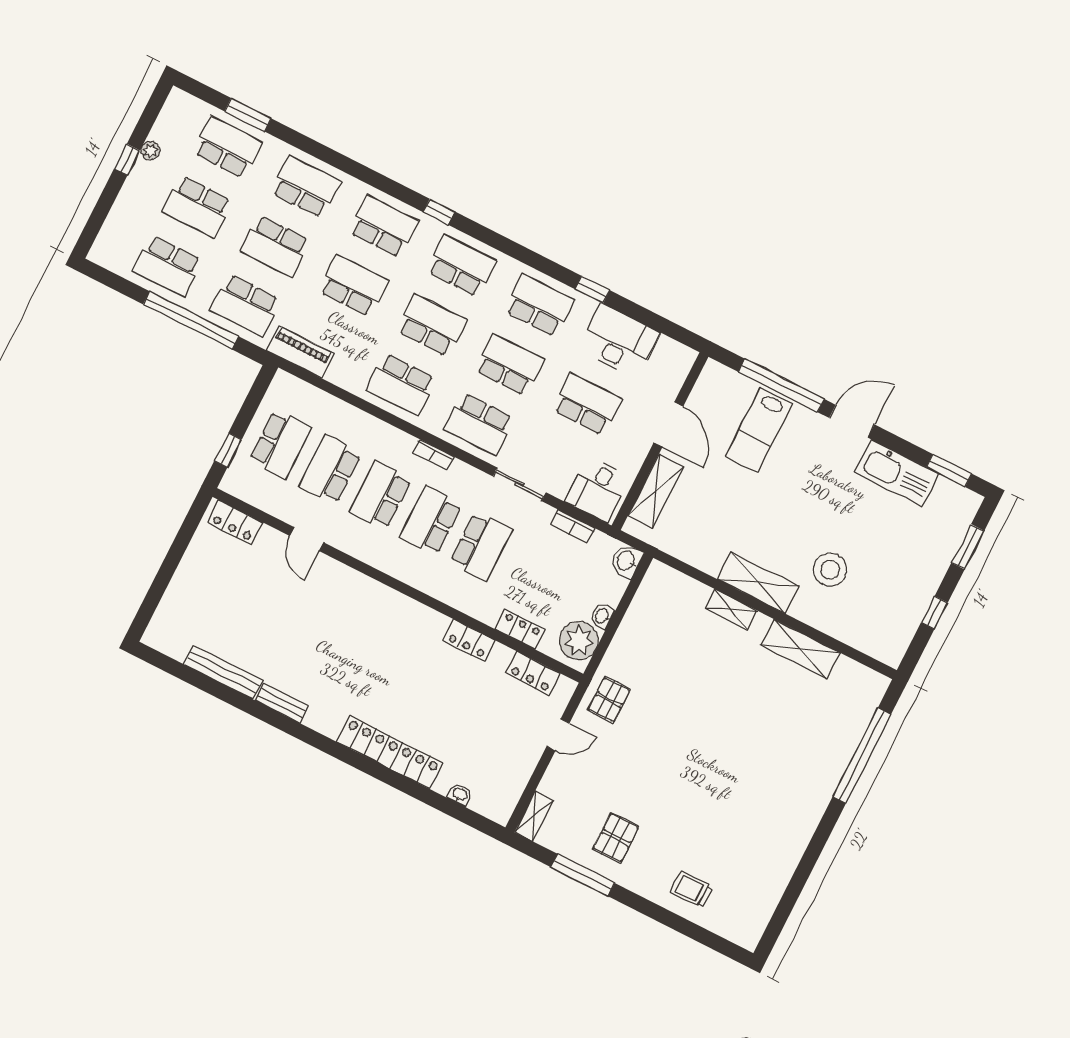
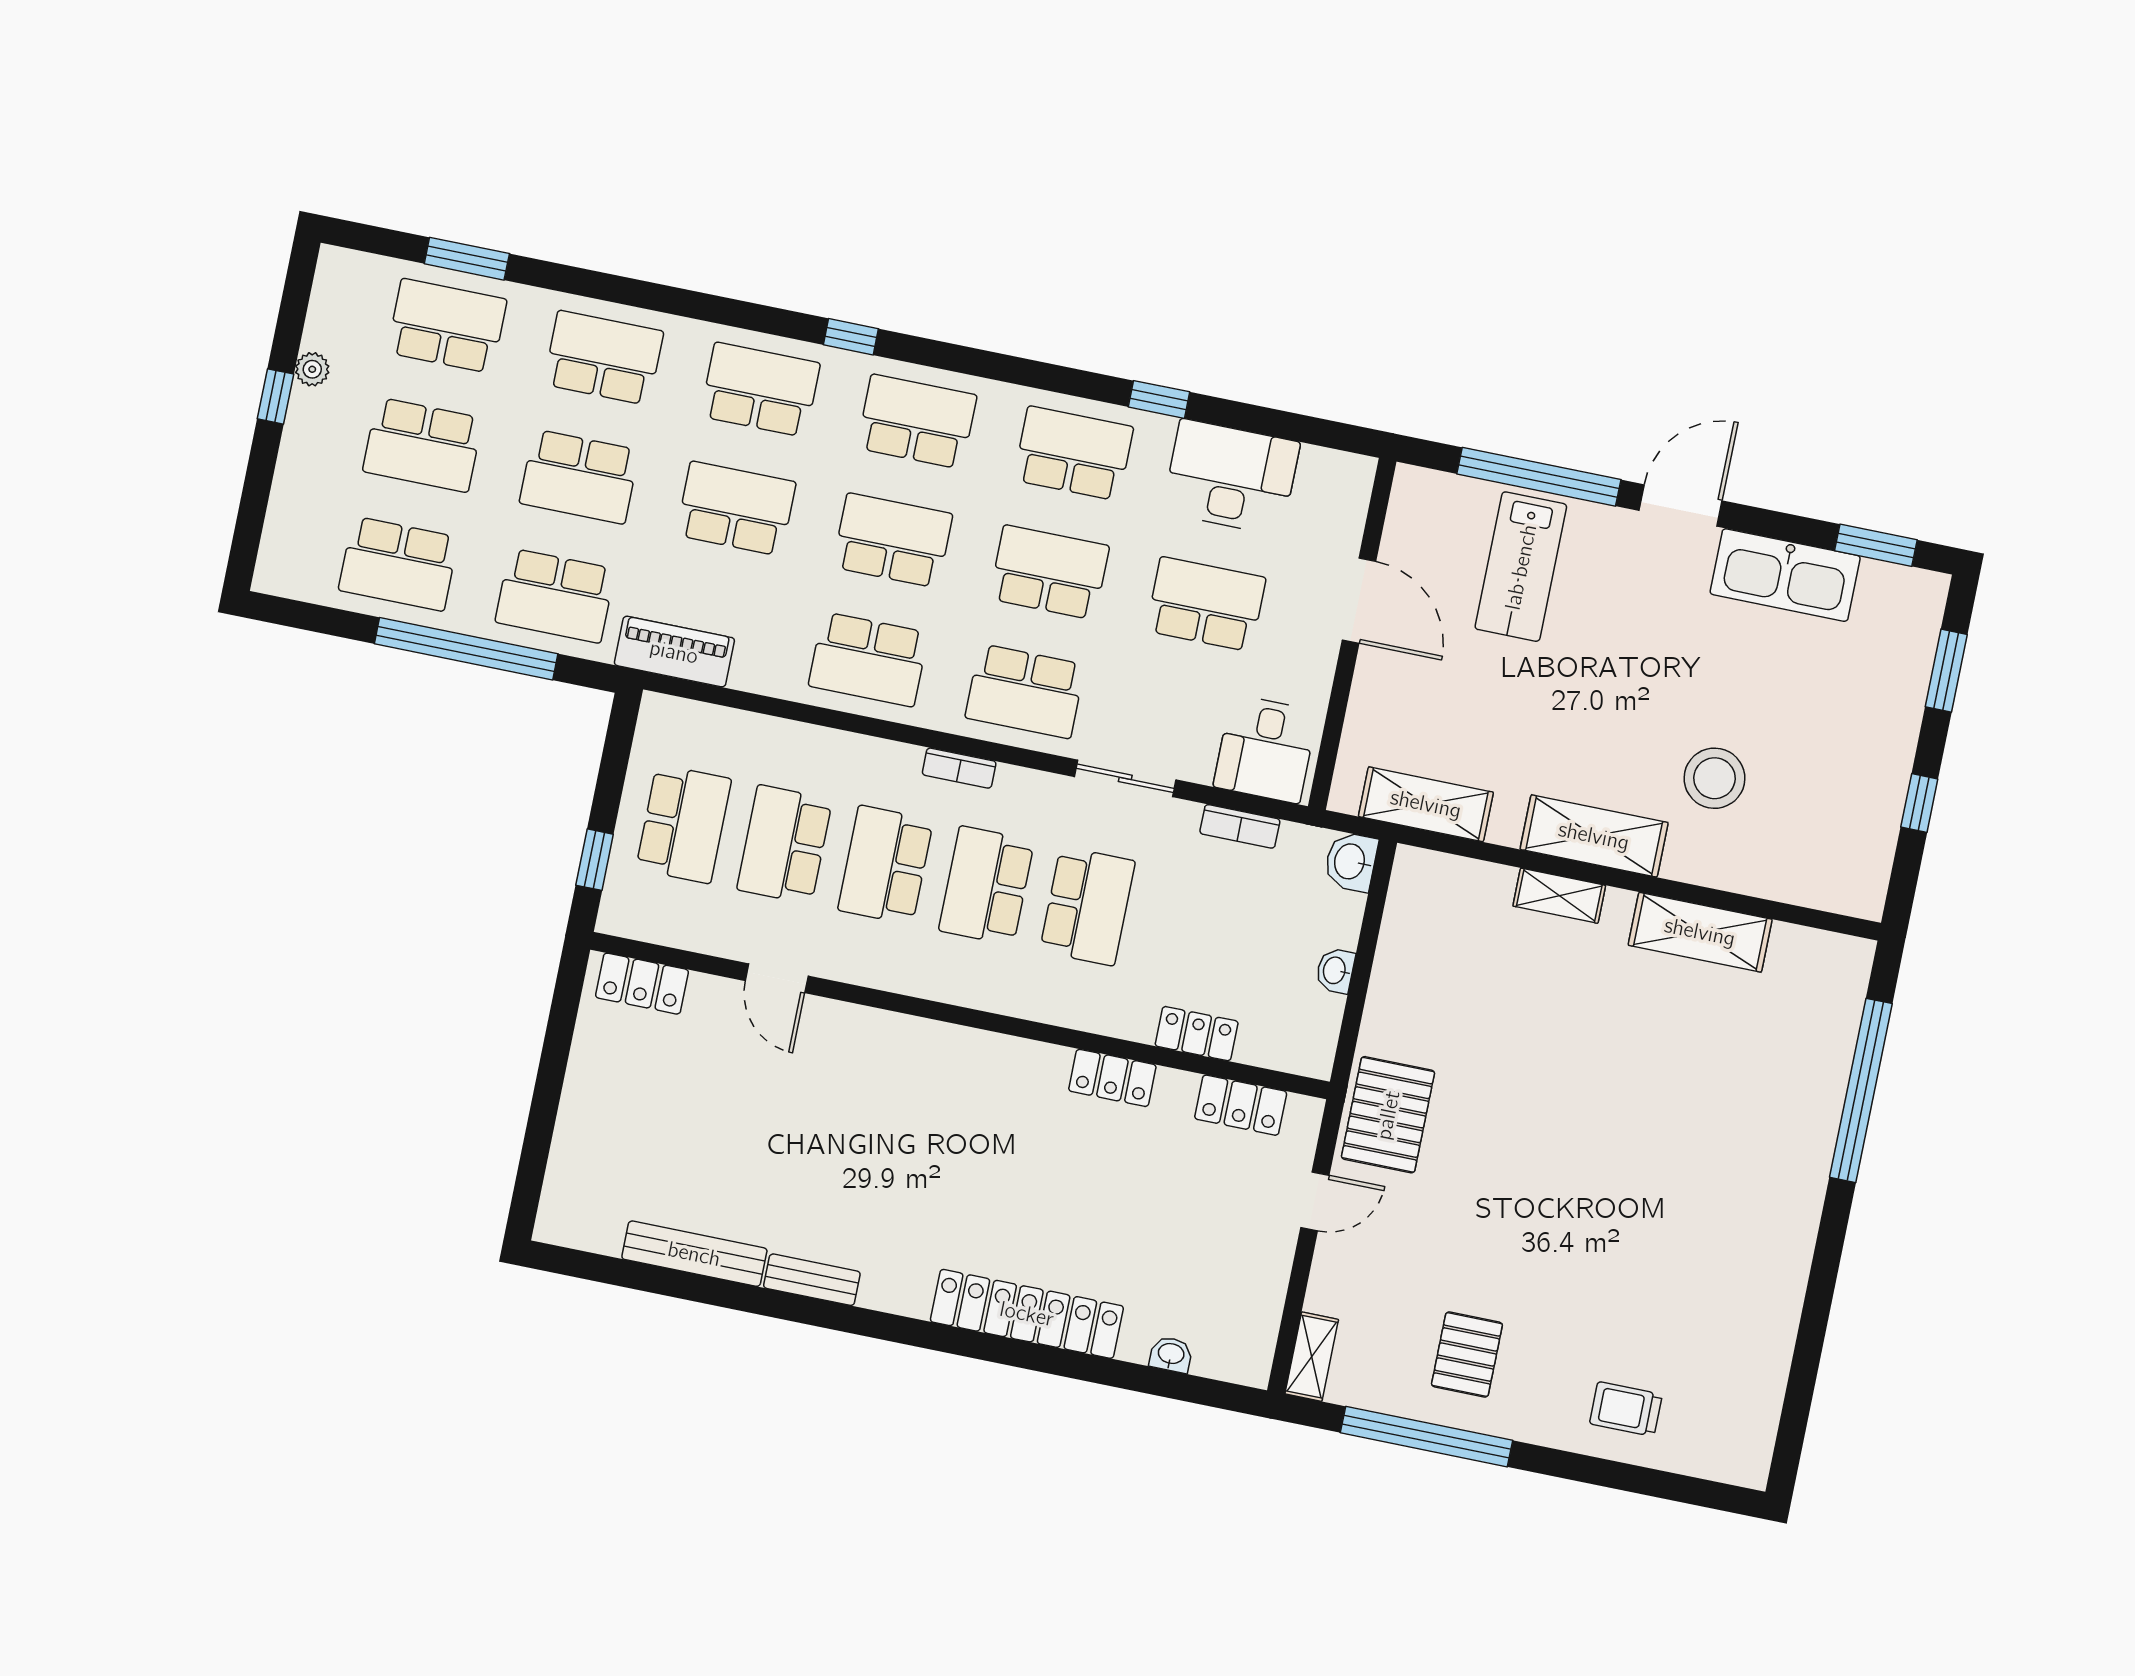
shelving: (656, 492) -> (1426, 804), moved, turned 90
plant: (579, 641) -> (1306, 1025), removed
pallet: (609, 700) -> (1388, 1115), width x1.50, depth x1.42
window: (583, 875) -> (1427, 1437), width x1.46

